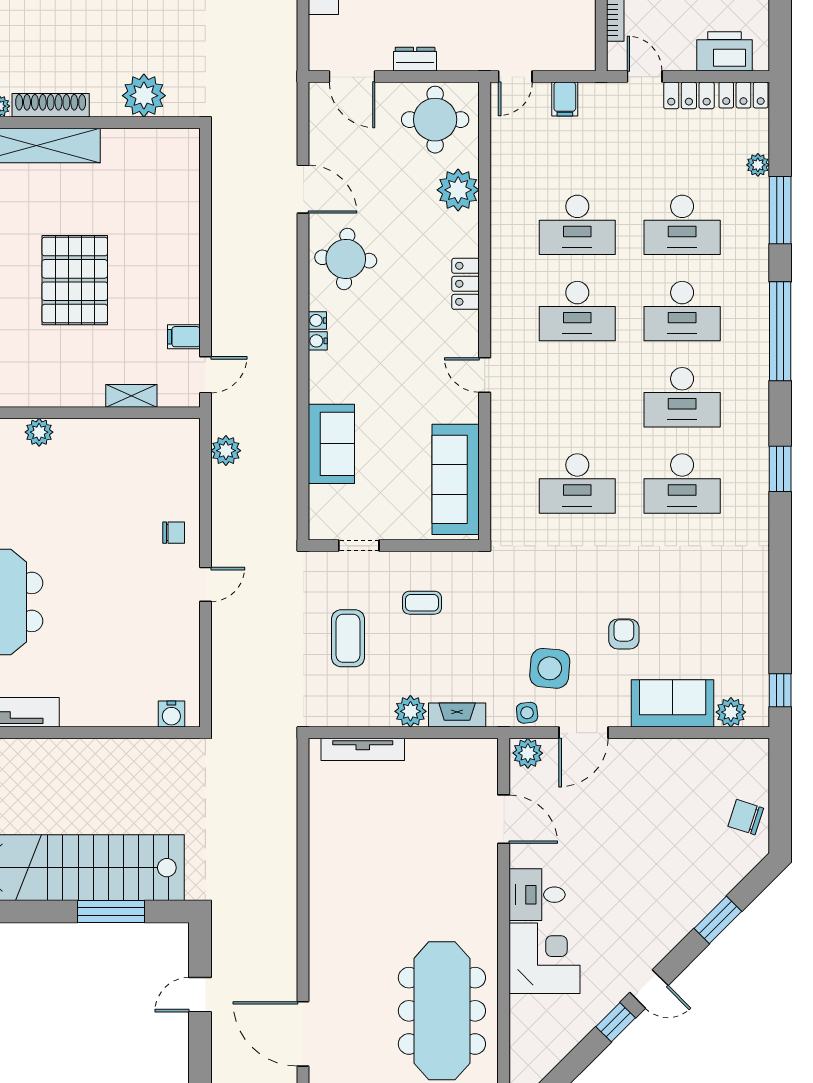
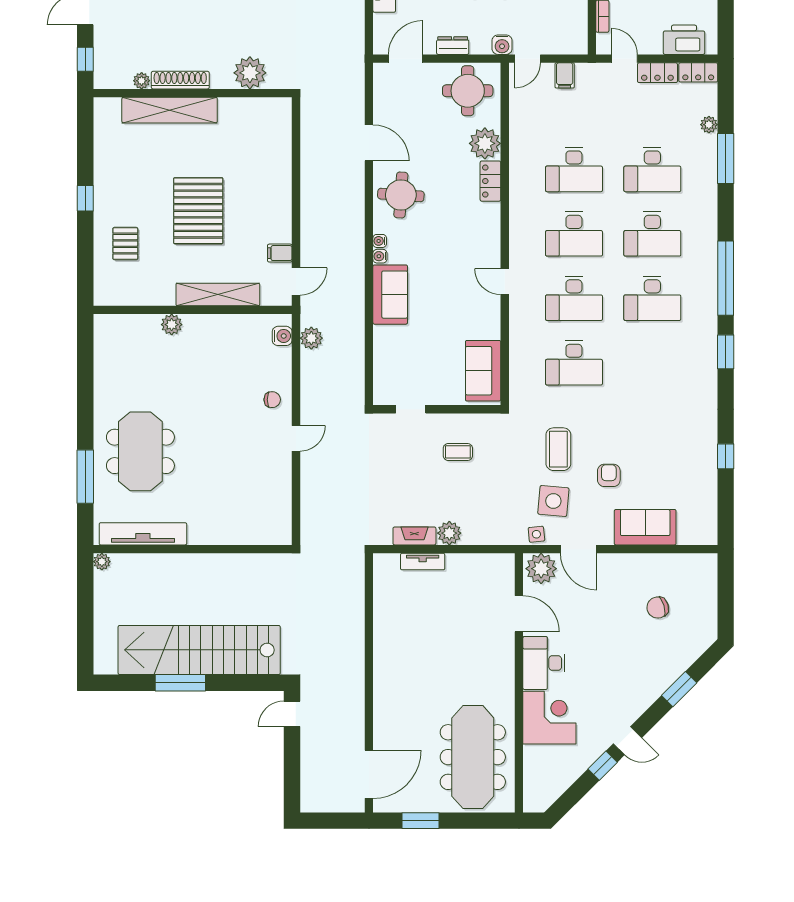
water cooler: (481, 58) -> (502, 45), added
door: (352, 77) -> (406, 59), swing flipped
locker: (466, 284) -> (490, 181), moved
window: (780, 331) -> (726, 278), moved
shelving: (131, 396) -> (218, 294), width x2.20, depth x1.33
sofa: (331, 444) -> (390, 295), moved
sofa: (456, 479) -> (483, 371), width x0.73
desk: (682, 483) -> (574, 298), moved
coffee table: (348, 638) -> (558, 449), moved
window: (780, 690) -> (726, 456), moved
plant: (731, 712) -> (689, 534), removed
water cooler: (171, 714) -> (282, 336), moved, turned -90
fireplace: (457, 715) -> (414, 536), moved
door: (584, 733) -> (579, 549), hinge flipped
tv unit: (363, 749) -> (423, 562), width x0.71
plant: (528, 753) -> (541, 569), width x1.36, depth x1.36
chair: (746, 817) -> (658, 608), moved, turned -34
desk: (537, 895) -> (544, 663), width x1.37
window: (111, 912) -> (180, 683), moved
door: (200, 995) -> (292, 714), moved
door: (303, 1034) -> (369, 774), swing flipped

